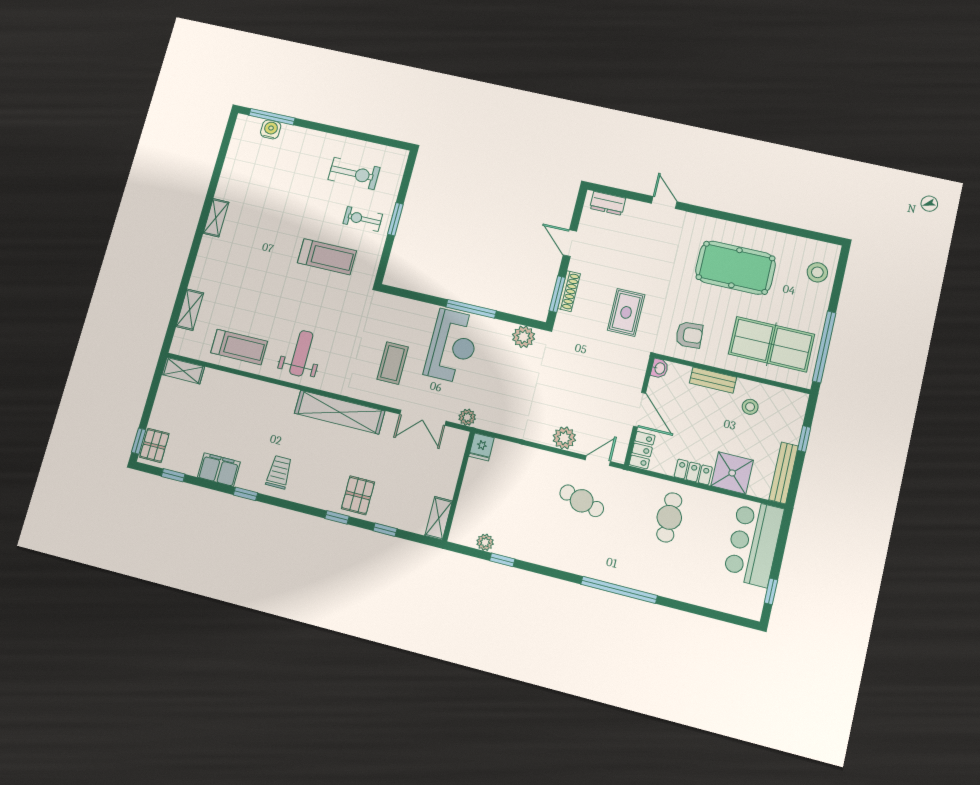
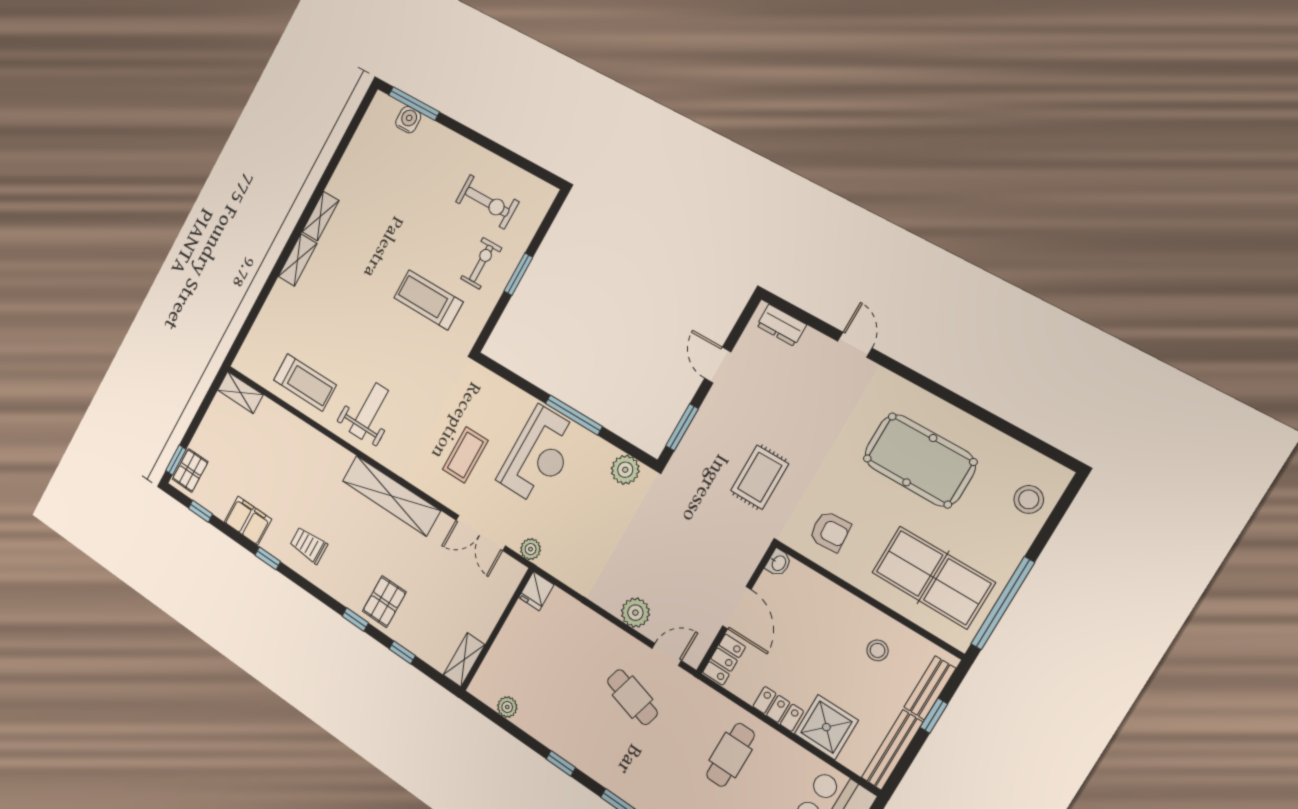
exercise bike: (363, 219) -> (481, 263), turned 90
treadmill: (327, 257) -> (428, 300), turned 180
shoe rack: (569, 291) -> (698, 428), removed
shelving: (190, 310) -> (298, 260), moved
bench: (713, 380) -> (930, 688), moved, turned 90
trolley: (279, 472) -> (309, 545), turned -90
window: (502, 560) -> (561, 763), moved

